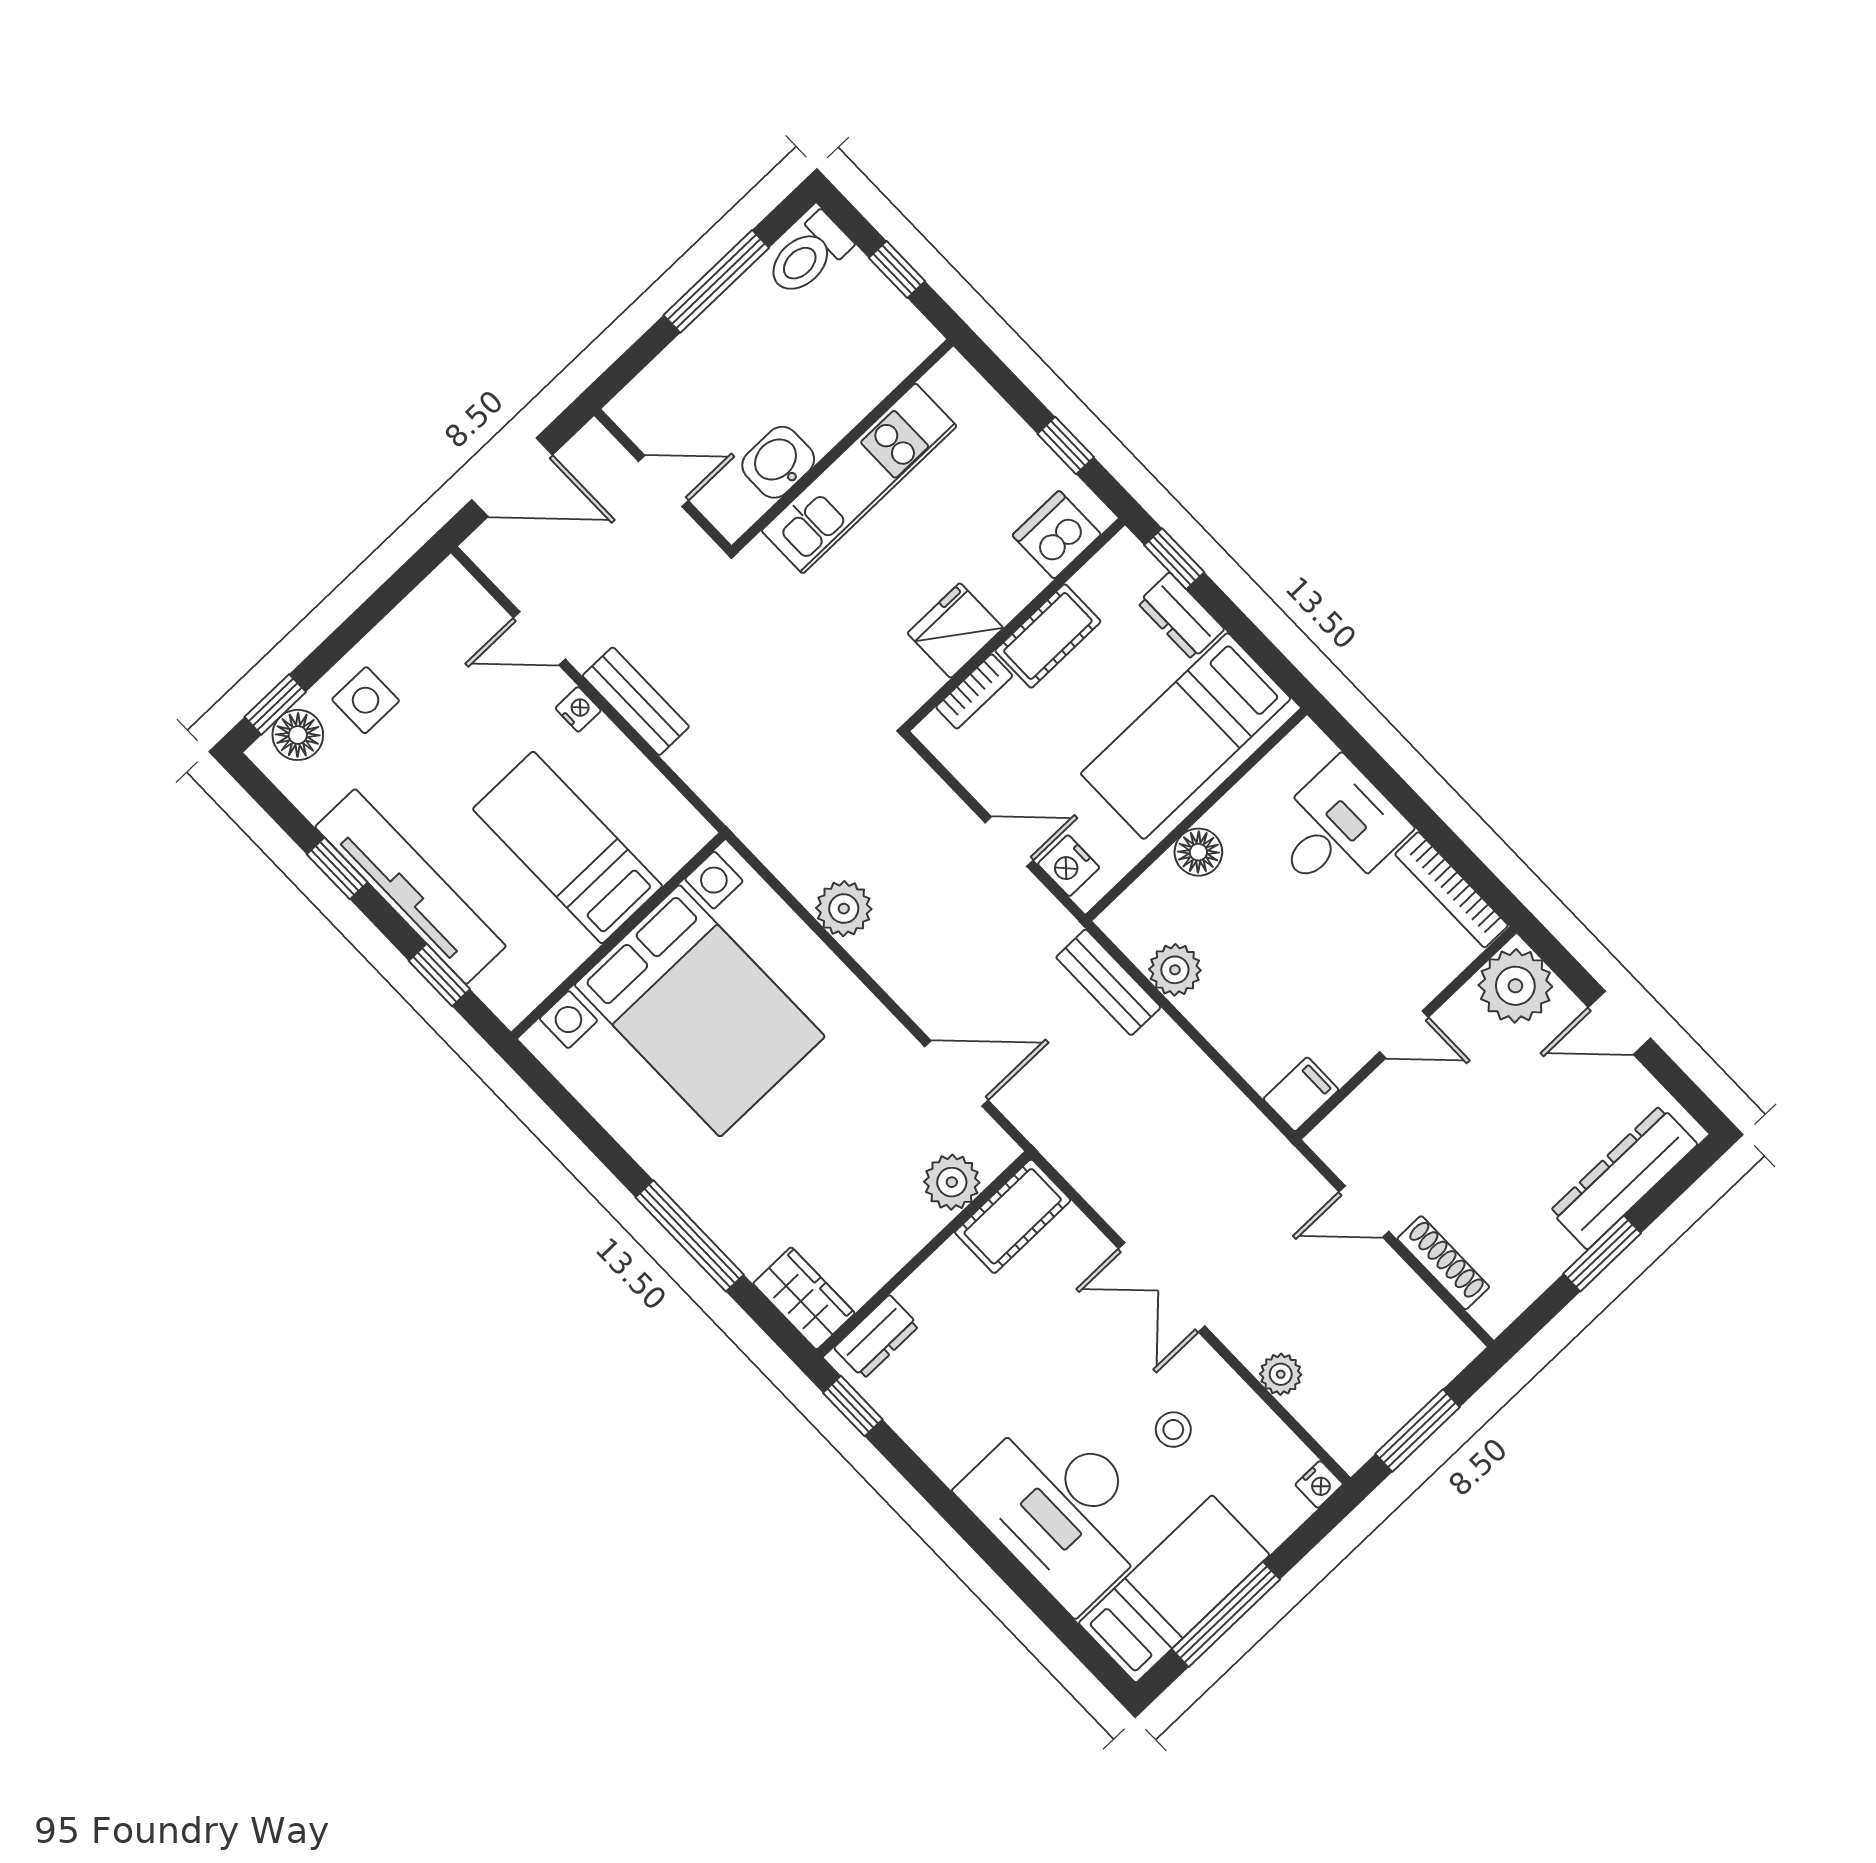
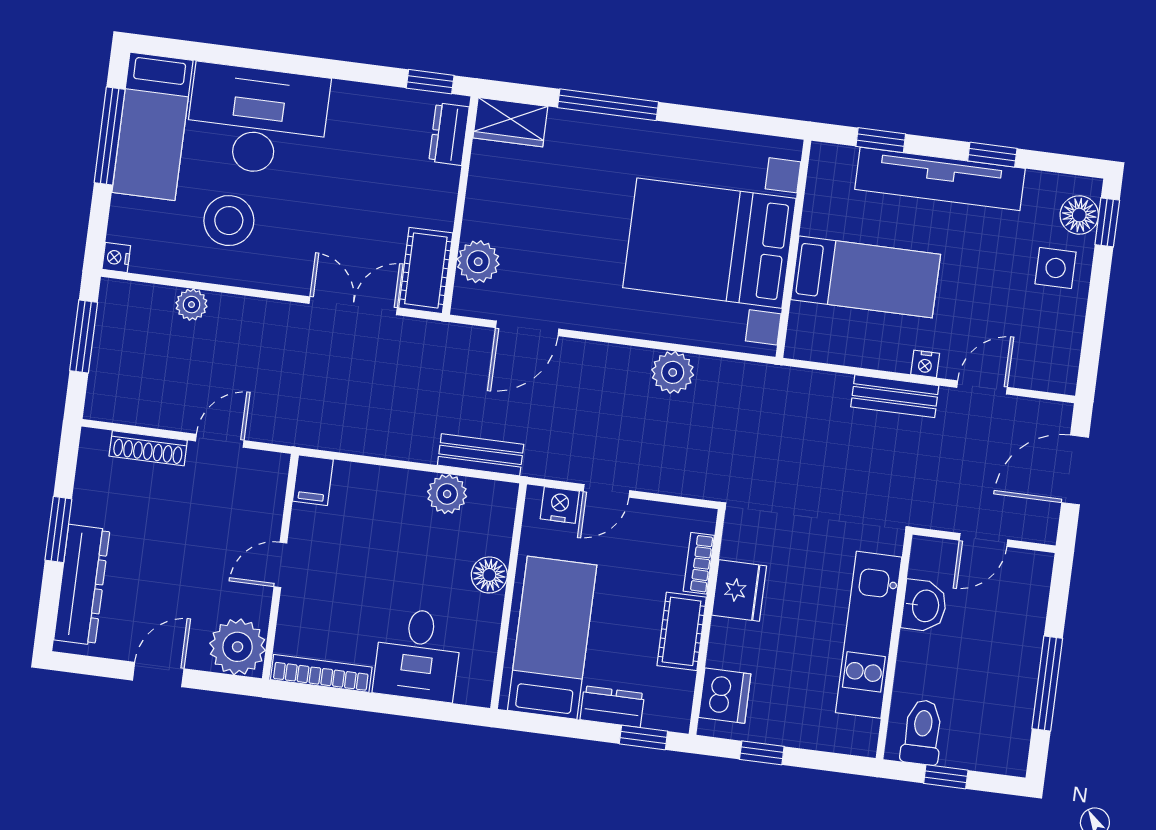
toilet: (808, 255) -> (922, 732), moved
double door: (1162, 1287) -> (353, 306), moved
stool: (1173, 1430) -> (229, 221), width x1.89, depth x1.89

